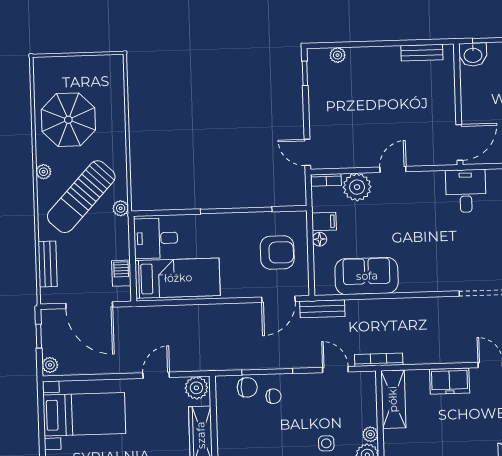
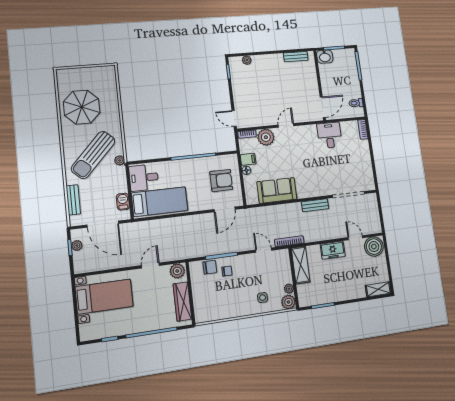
plant: (44, 172) -> (67, 141), removed
bench: (322, 309) -> (315, 205), moved
plant: (50, 365) -> (77, 245), moved

